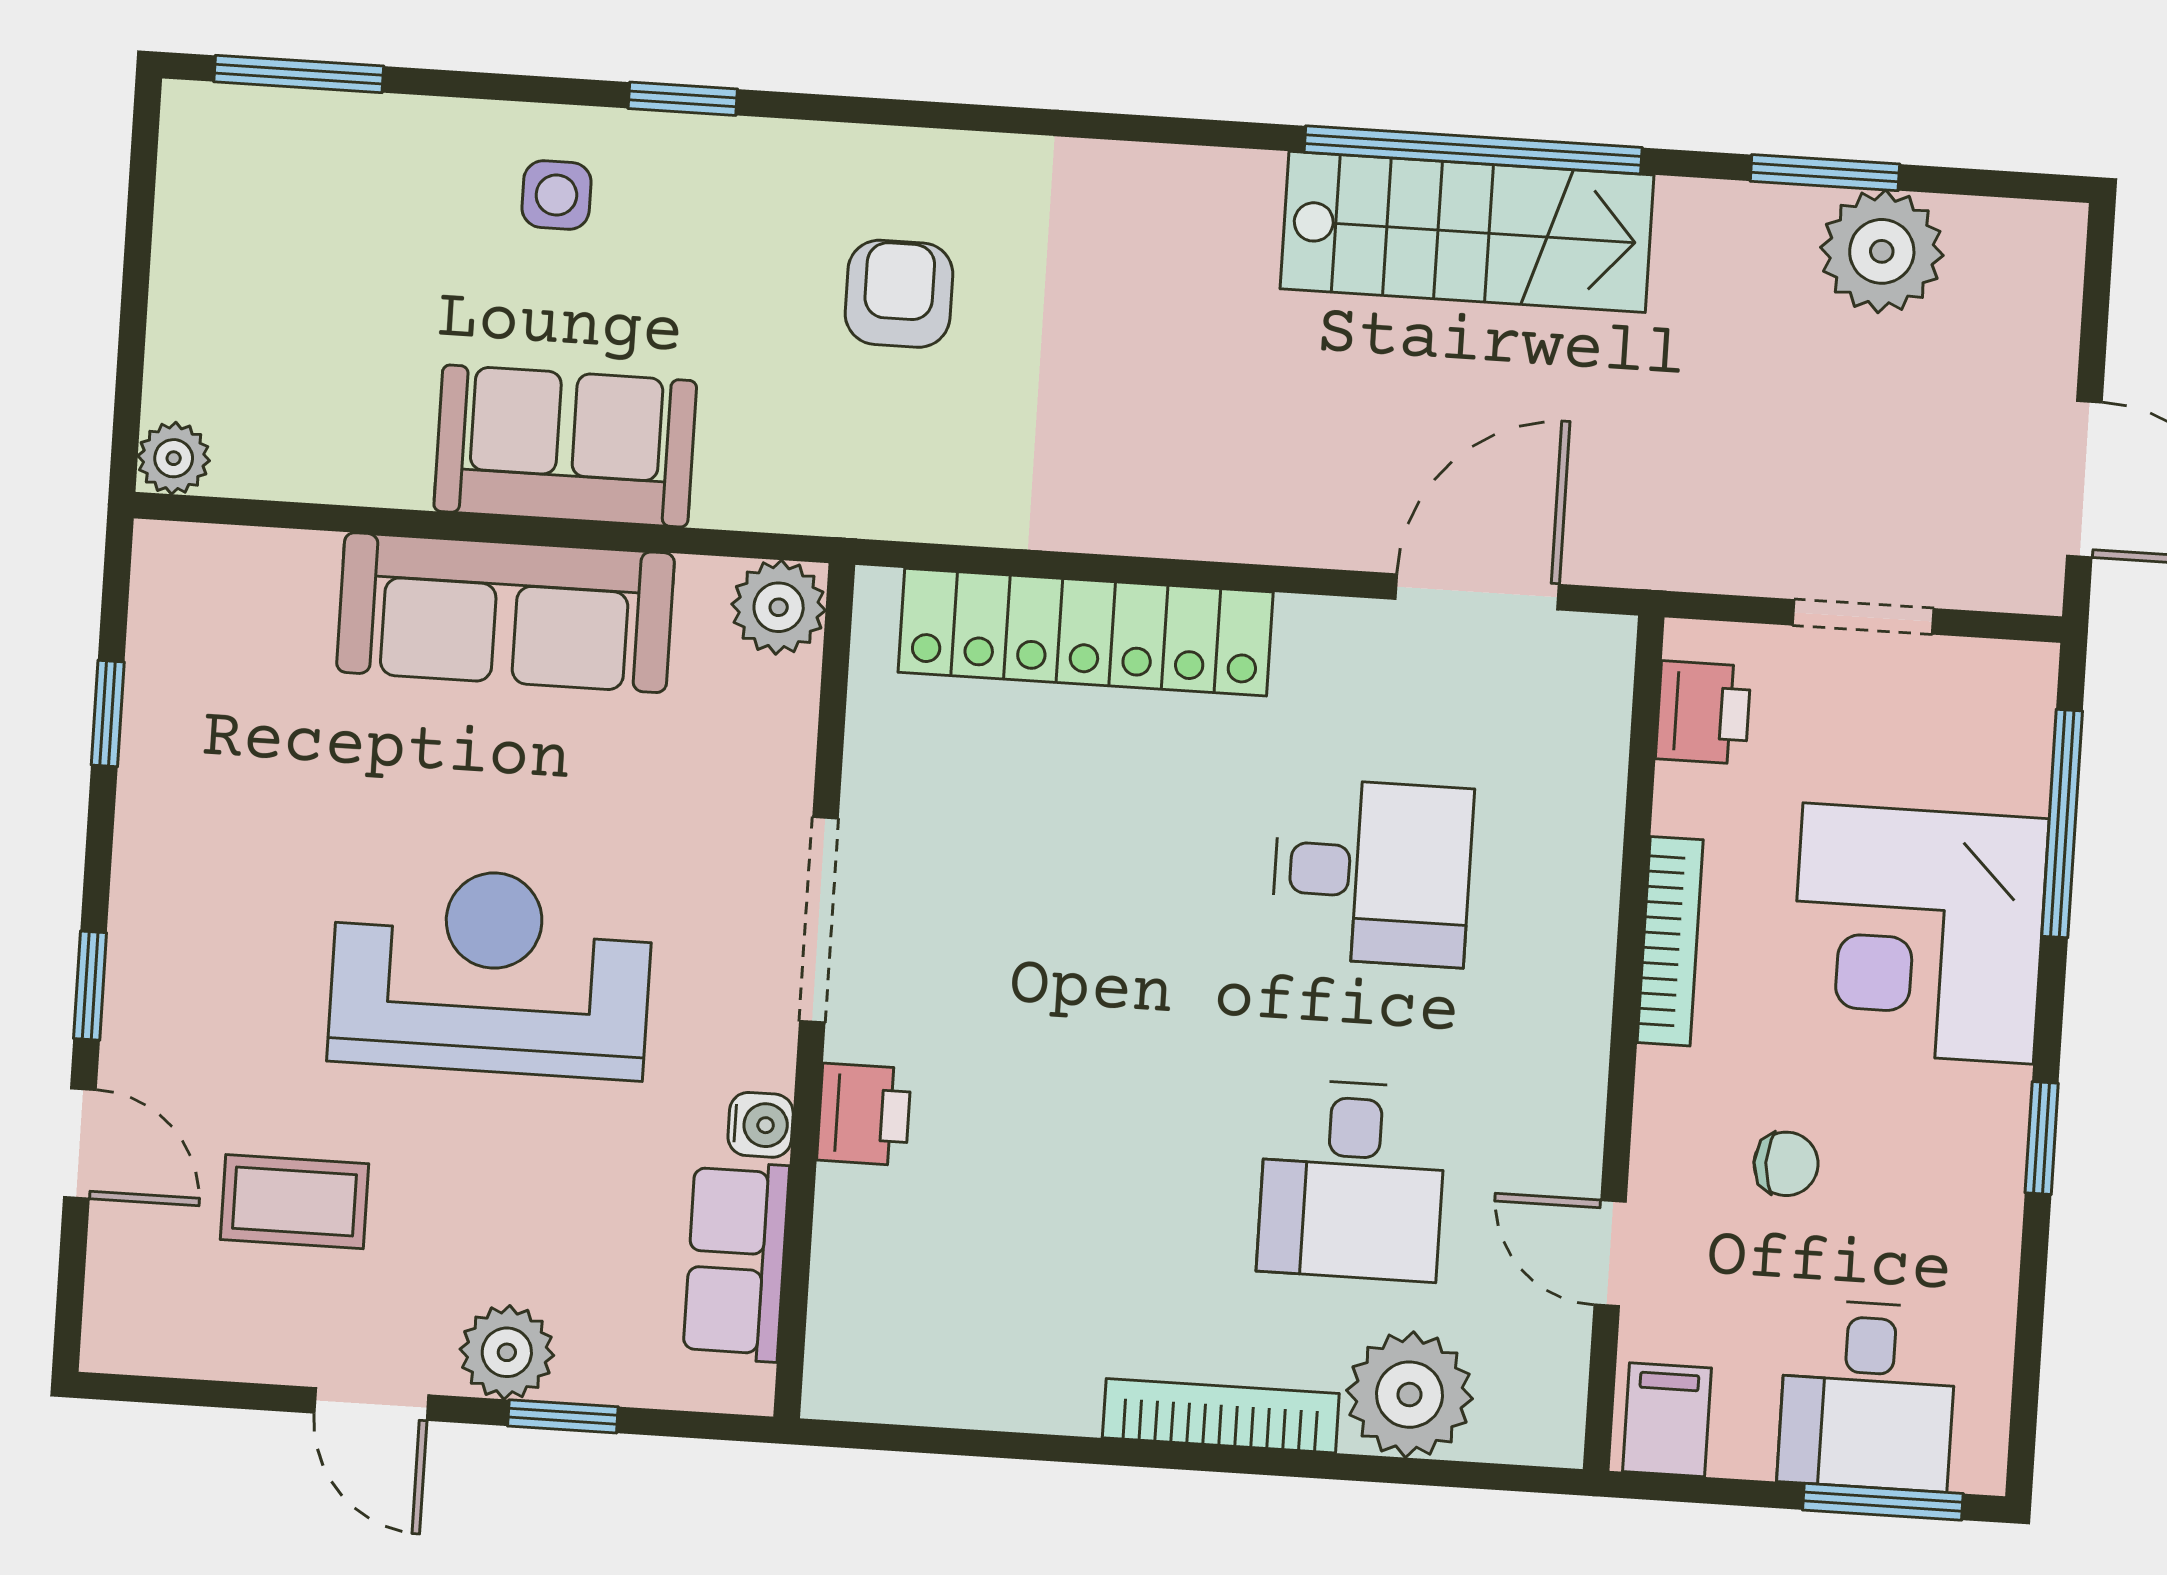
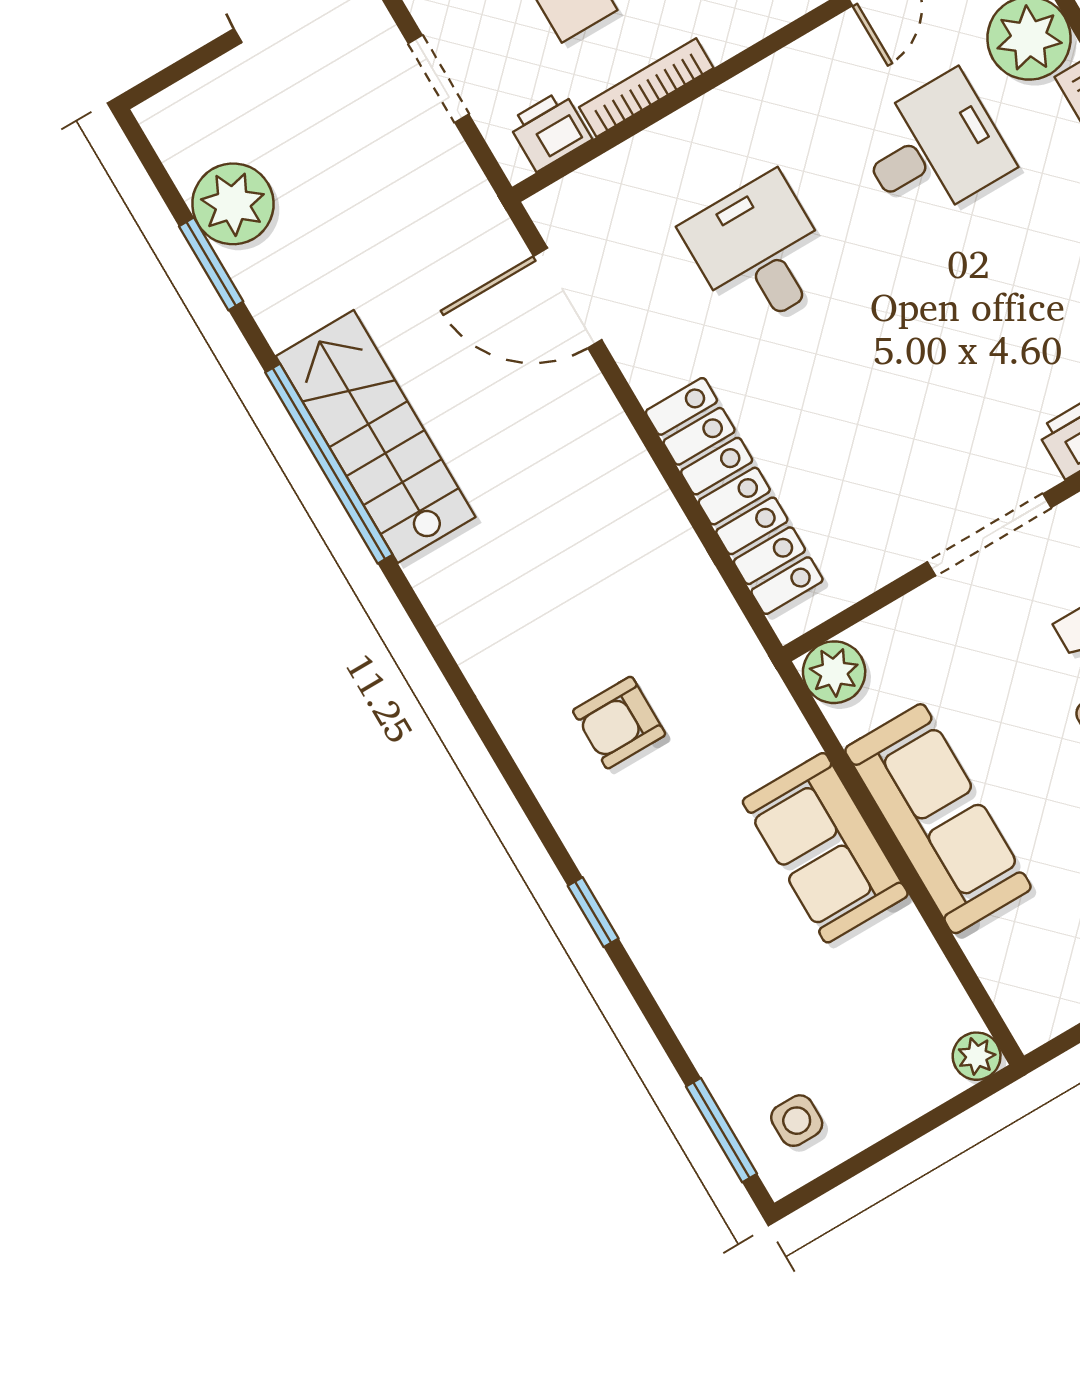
side table: (556, 195) -> (797, 1121), moved
bookcase: (1670, 941) -> (646, 88), moved

